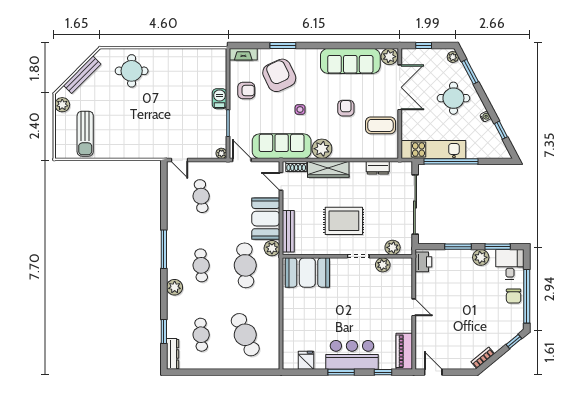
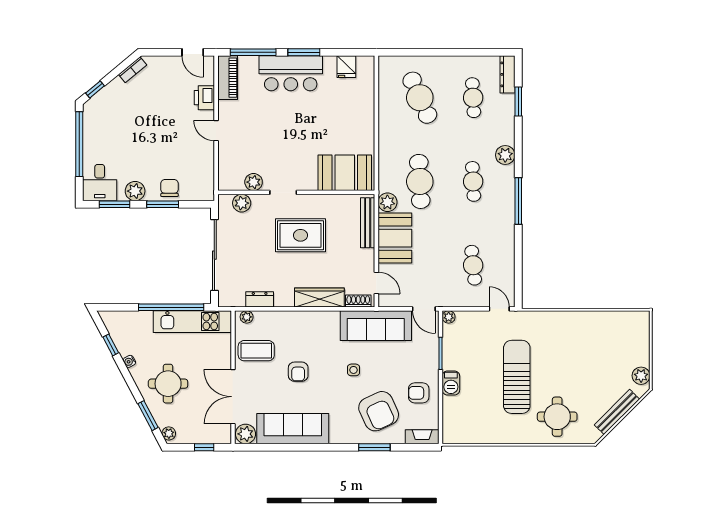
sun lounger: (85, 134) -> (517, 377), moved, width x1.36, depth x1.34
plant: (322, 149) -> (247, 317), moved, width x0.53, depth x0.53
printer: (423, 262) -> (204, 98), moved
chair: (514, 296) -> (170, 188), moved
window: (383, 372) -> (253, 52), width x2.17

